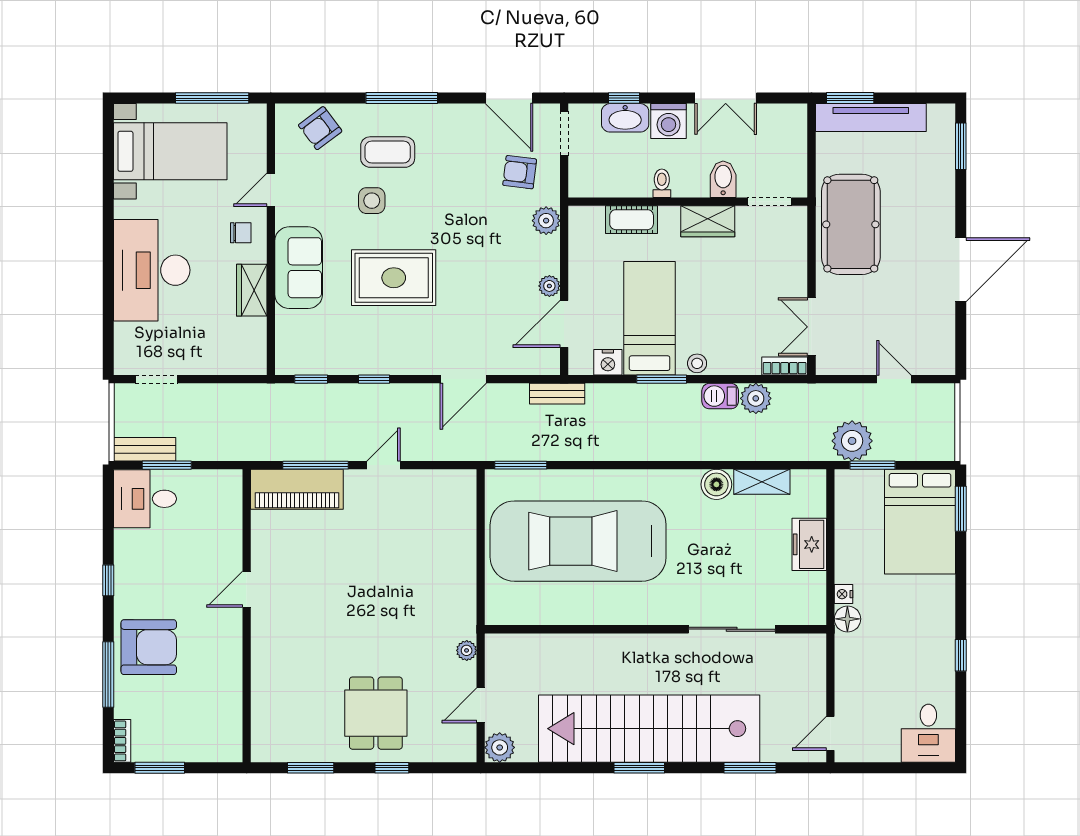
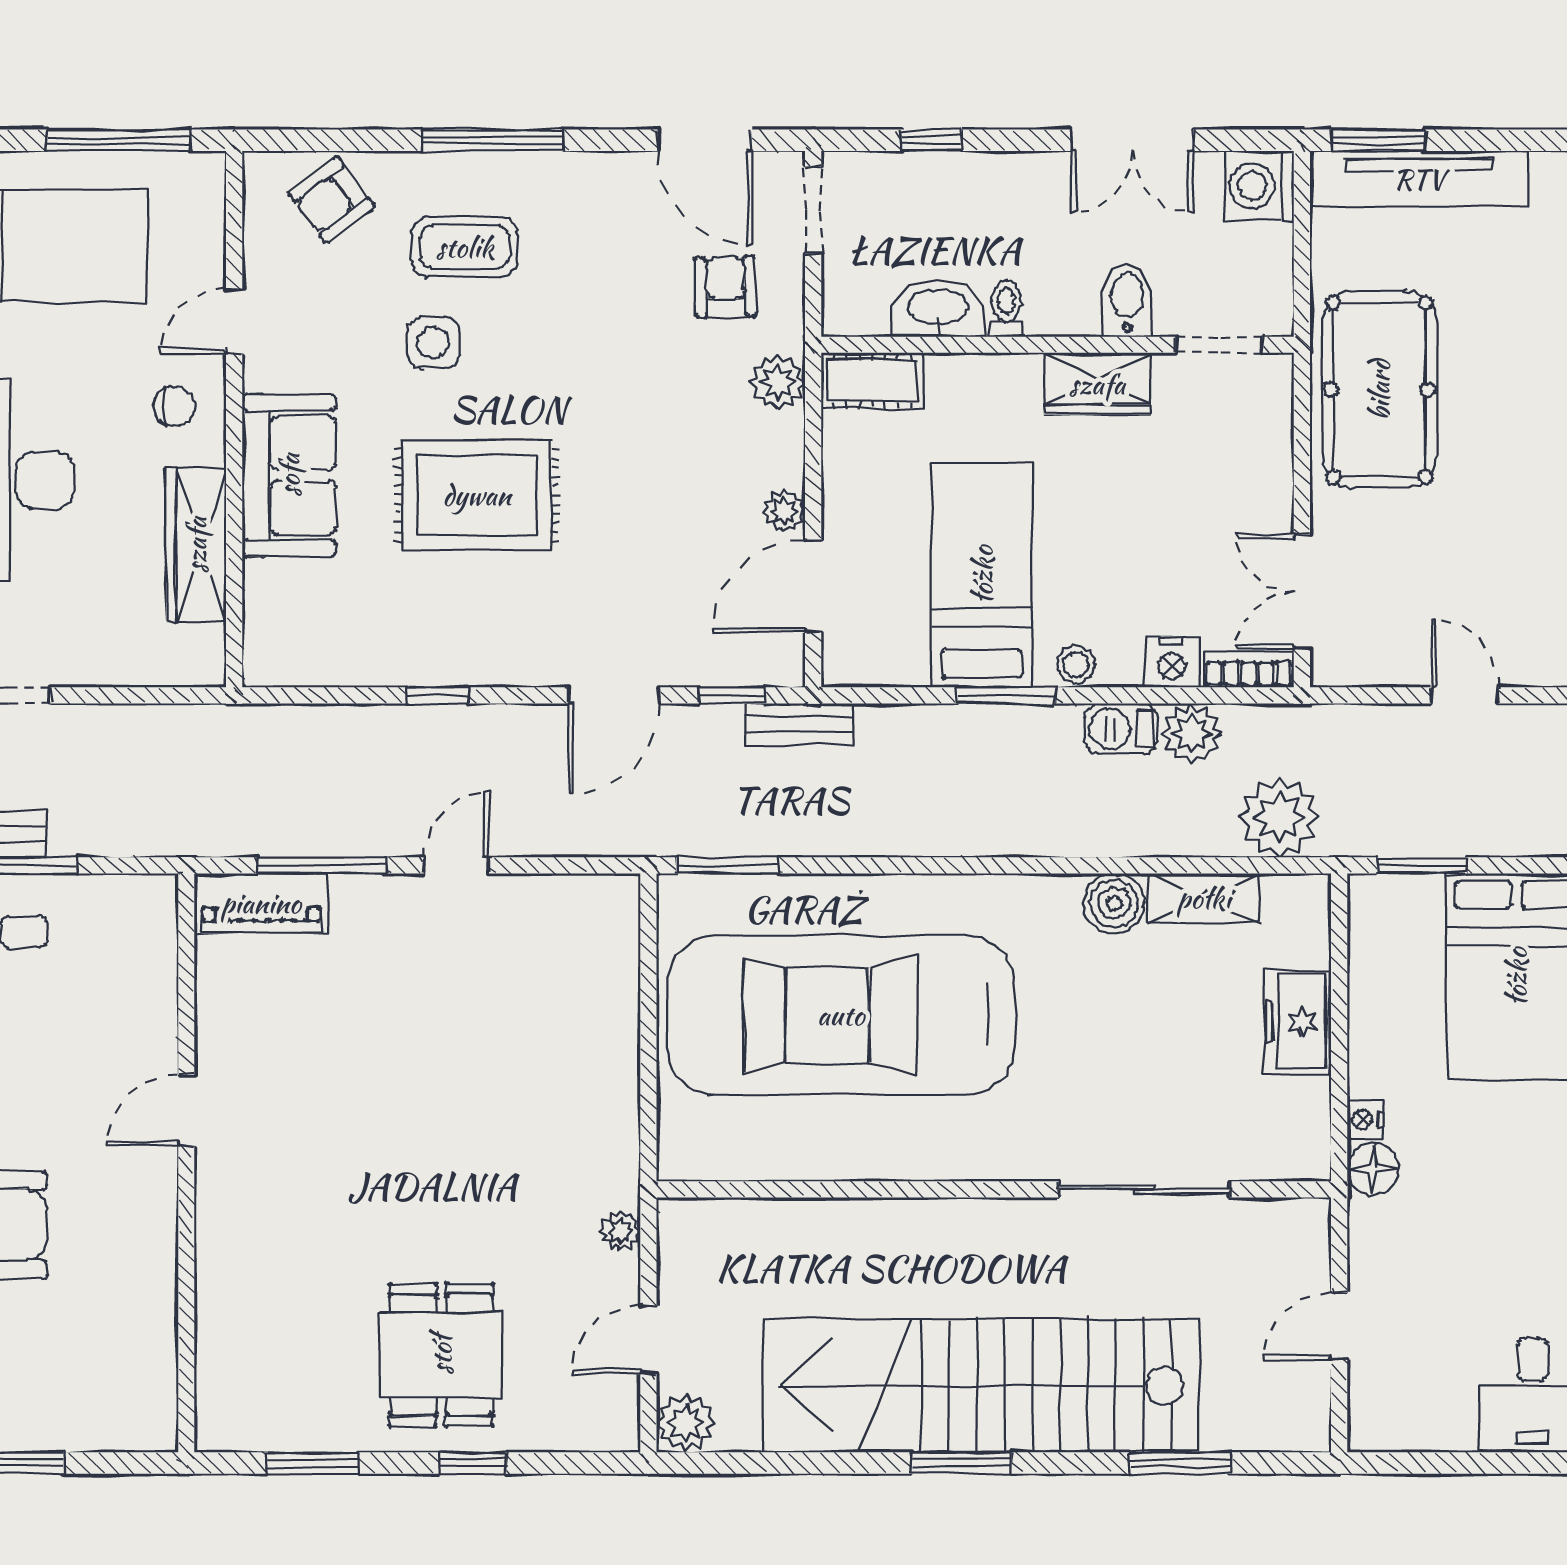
washbasin: (625, 118) -> (938, 308), moved, turned 180
washing machine: (669, 121) -> (1259, 186), moved, turned 90
armchair: (520, 172) -> (725, 287), turned 81
cot: (632, 220) -> (872, 380), moved
wardrobe: (252, 290) -> (196, 545), width x1.50
nightstand: (608, 362) -> (1172, 662), moved
window: (311, 379) -> (732, 695), moved
plant: (852, 441) -> (1279, 817), moved
piano: (297, 489) -> (261, 903), width x0.73, depth x0.75
door: (830, 733) -> (1339, 1326), moved

